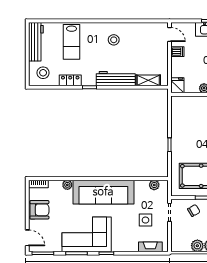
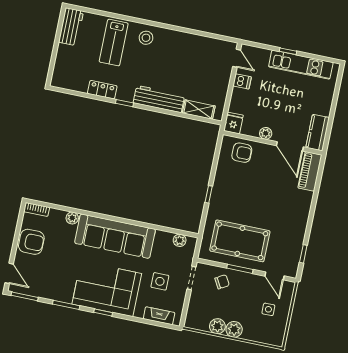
stool: (114, 40) -> (146, 38), moved
workbench: (36, 42) -> (71, 27), width x0.73
stool: (43, 73) -> (71, 73), removed
armchair: (189, 107) -> (242, 153), added
corner sofa: (87, 234) -> (107, 289), moved

